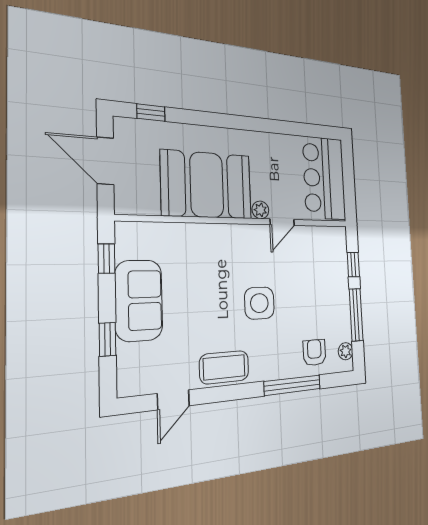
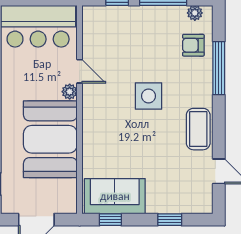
sofa: (139, 300) -> (115, 196), moved

